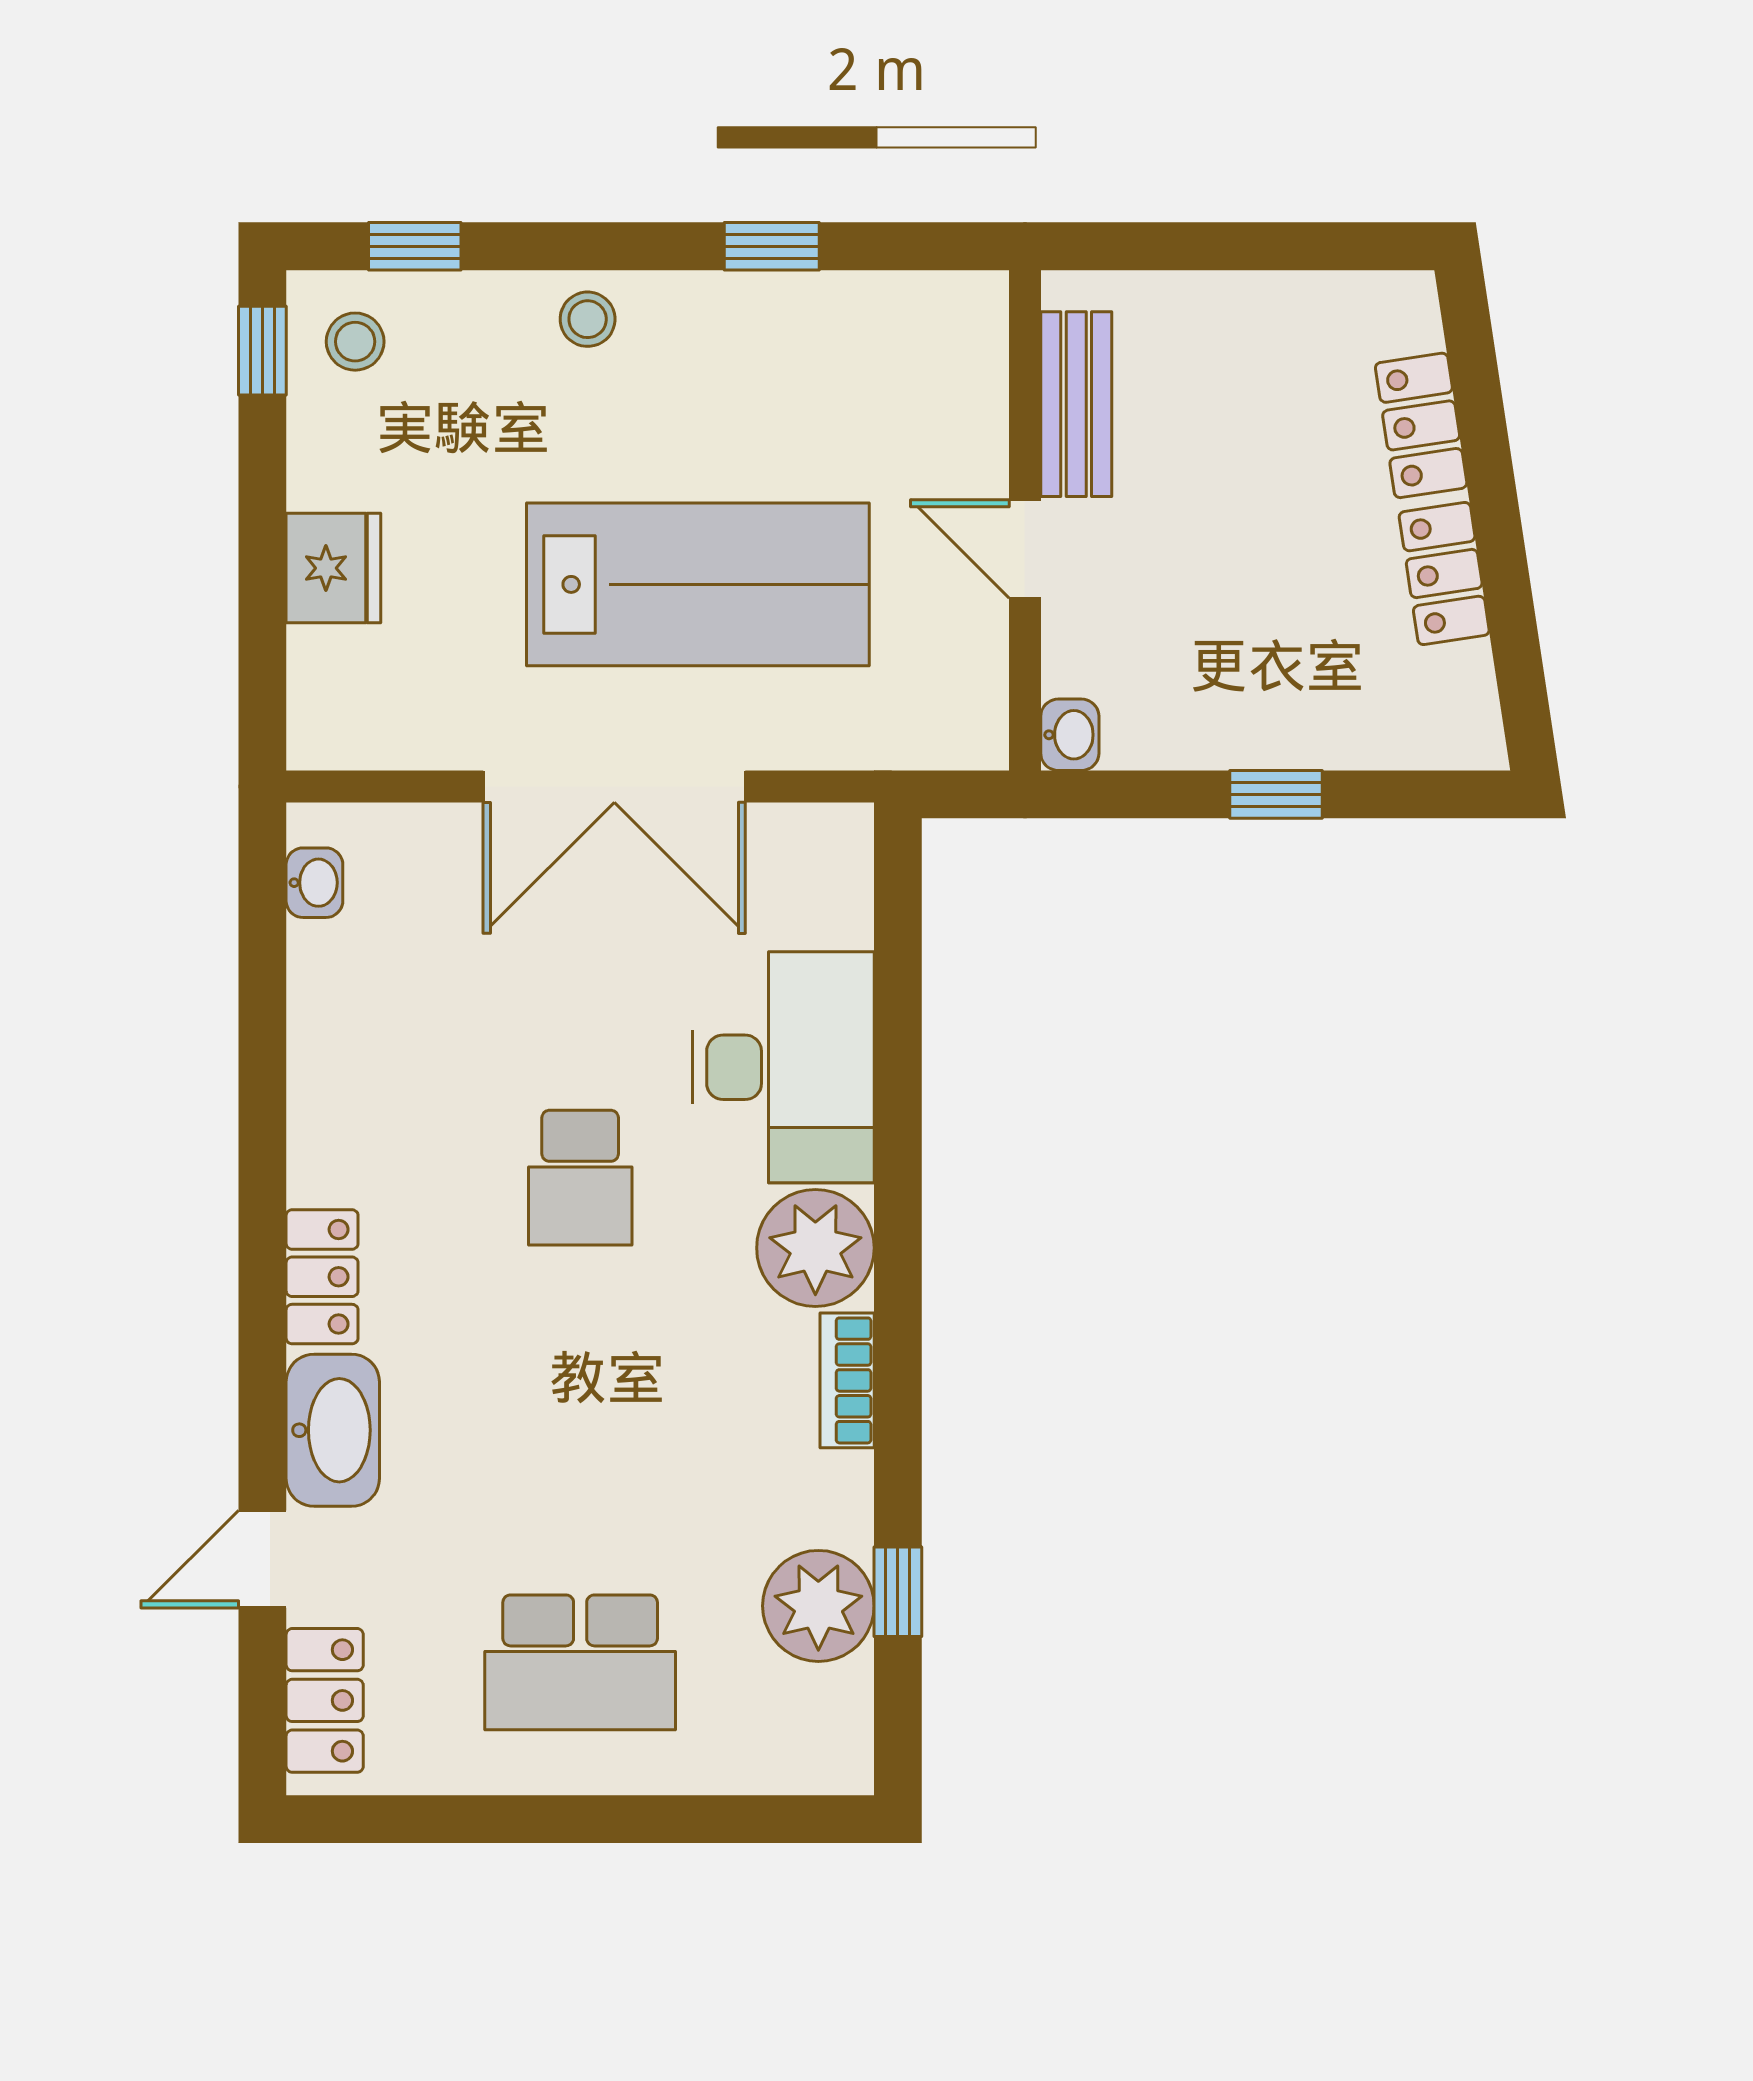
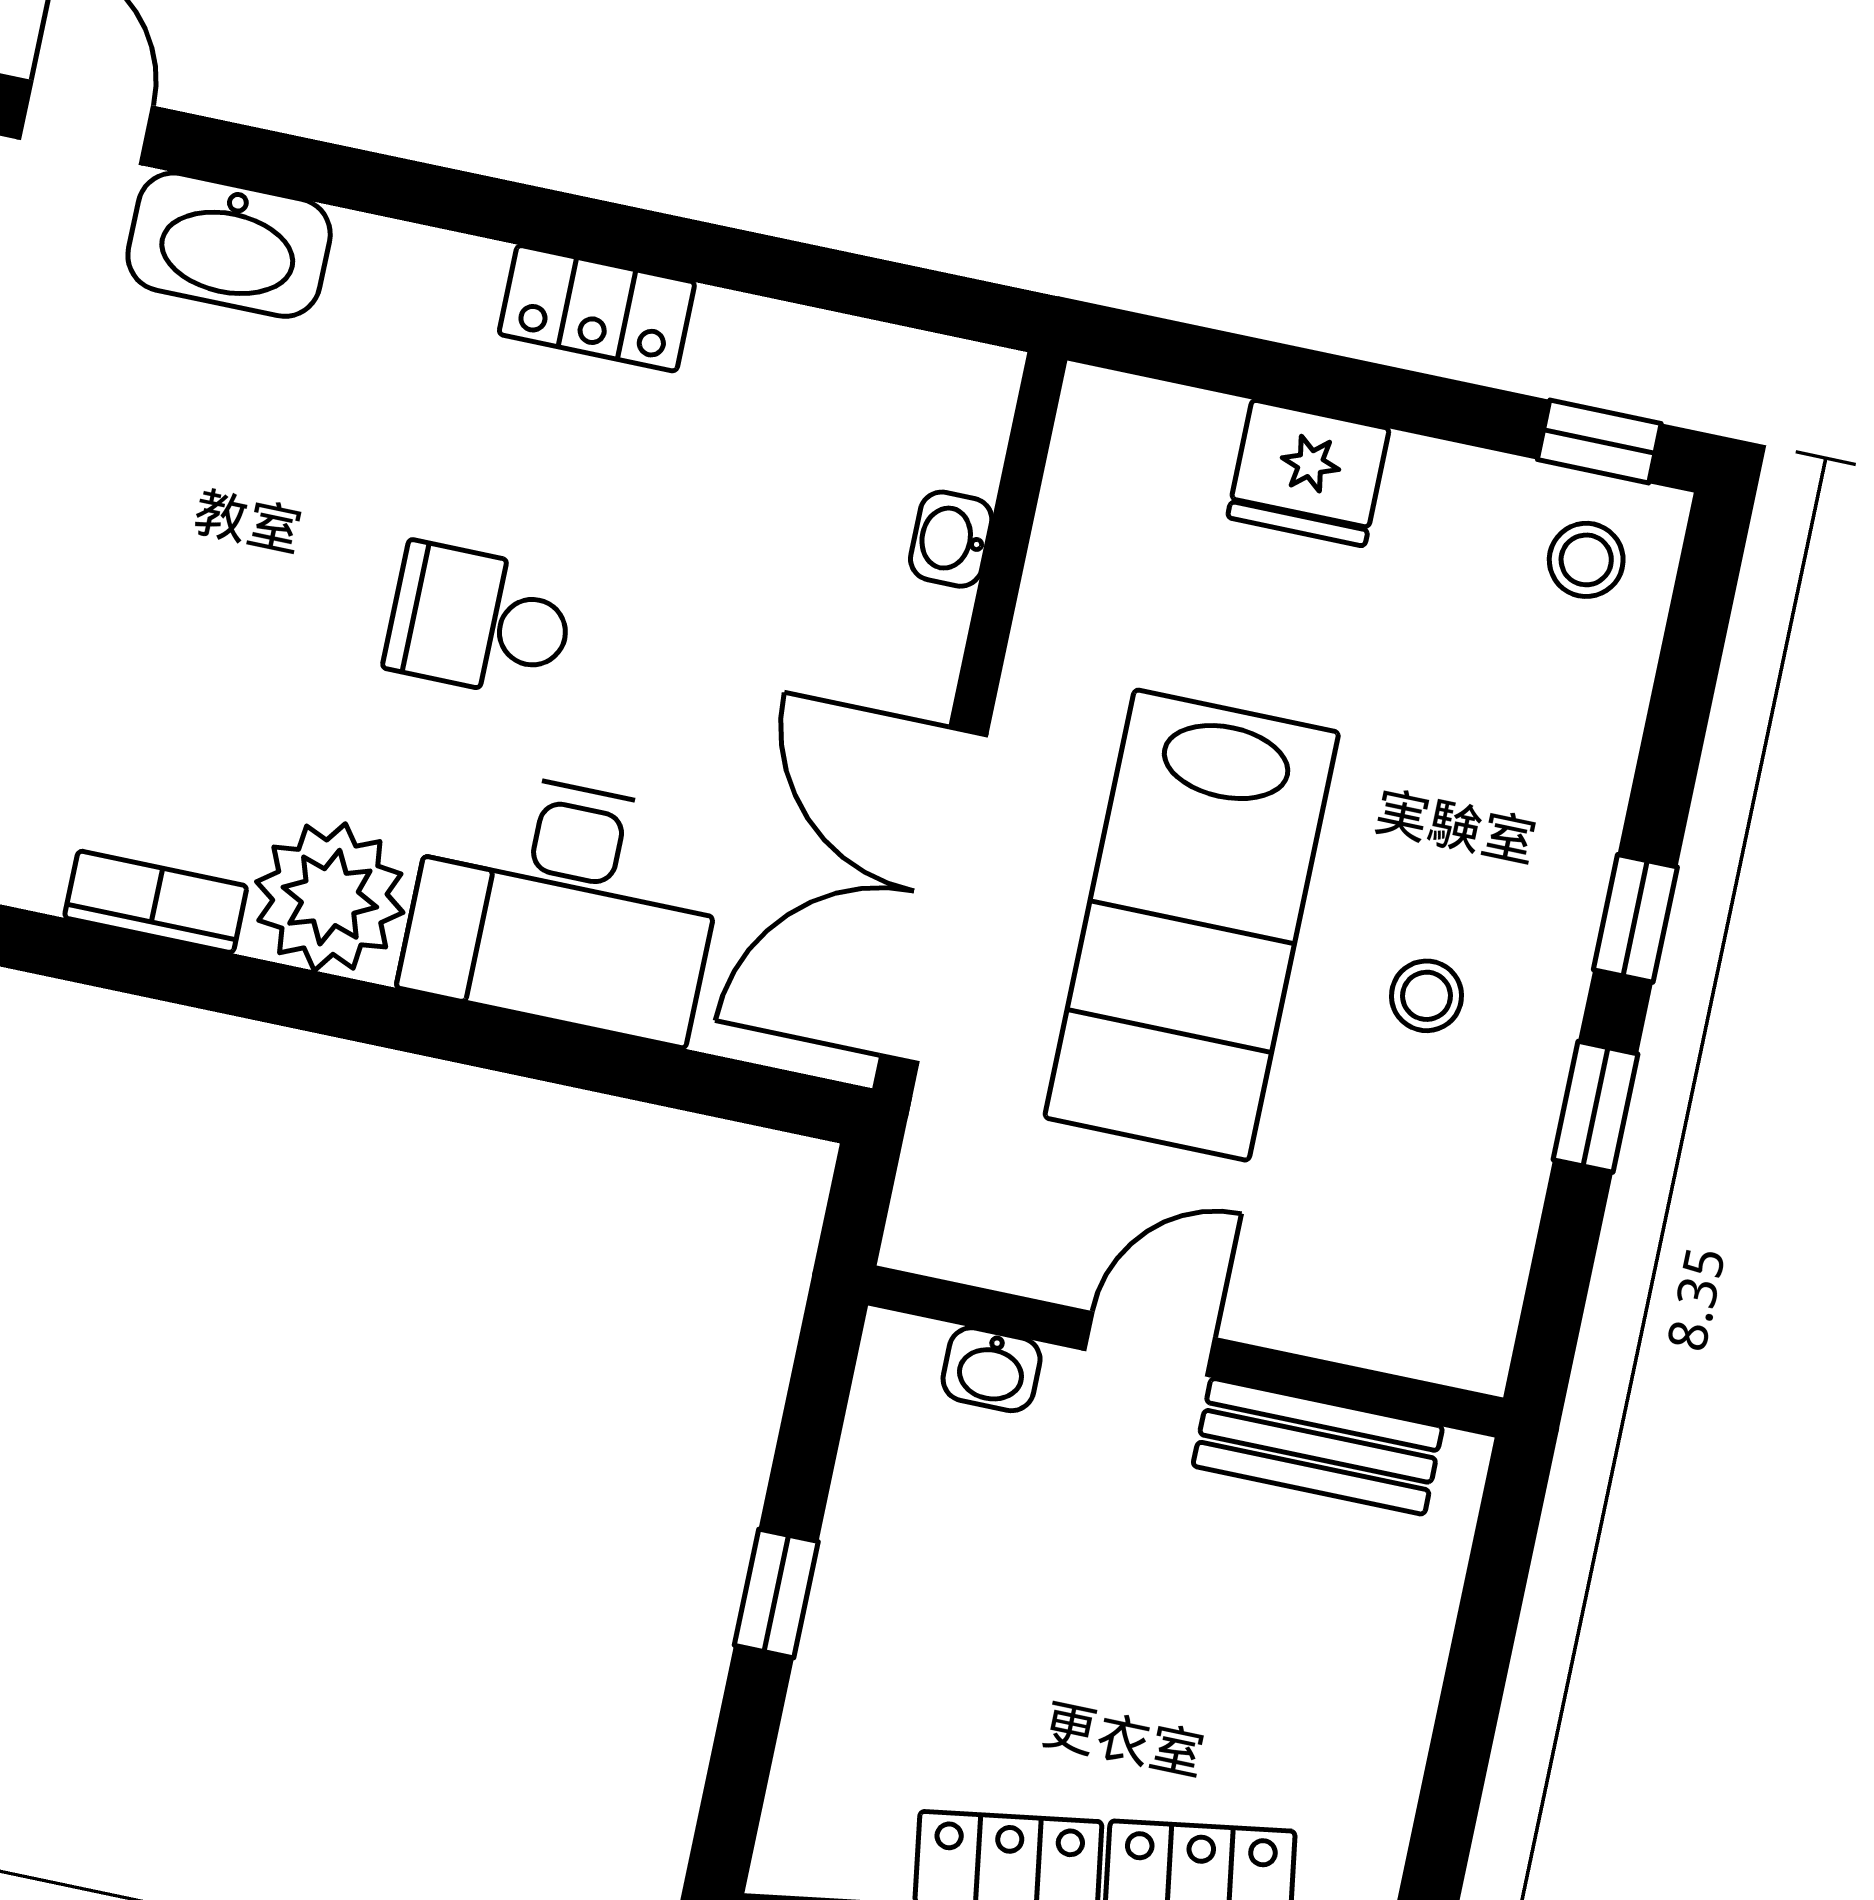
window: (415, 246) -> (1635, 918), moved
stool: (588, 319) -> (1427, 996), moved
washbasin: (1070, 735) -> (992, 1369), moved
double door: (614, 786) -> (934, 895), moved
washbasin: (314, 883) -> (951, 539), moved, turned 90
locker: (322, 1277) -> (597, 308), moved

